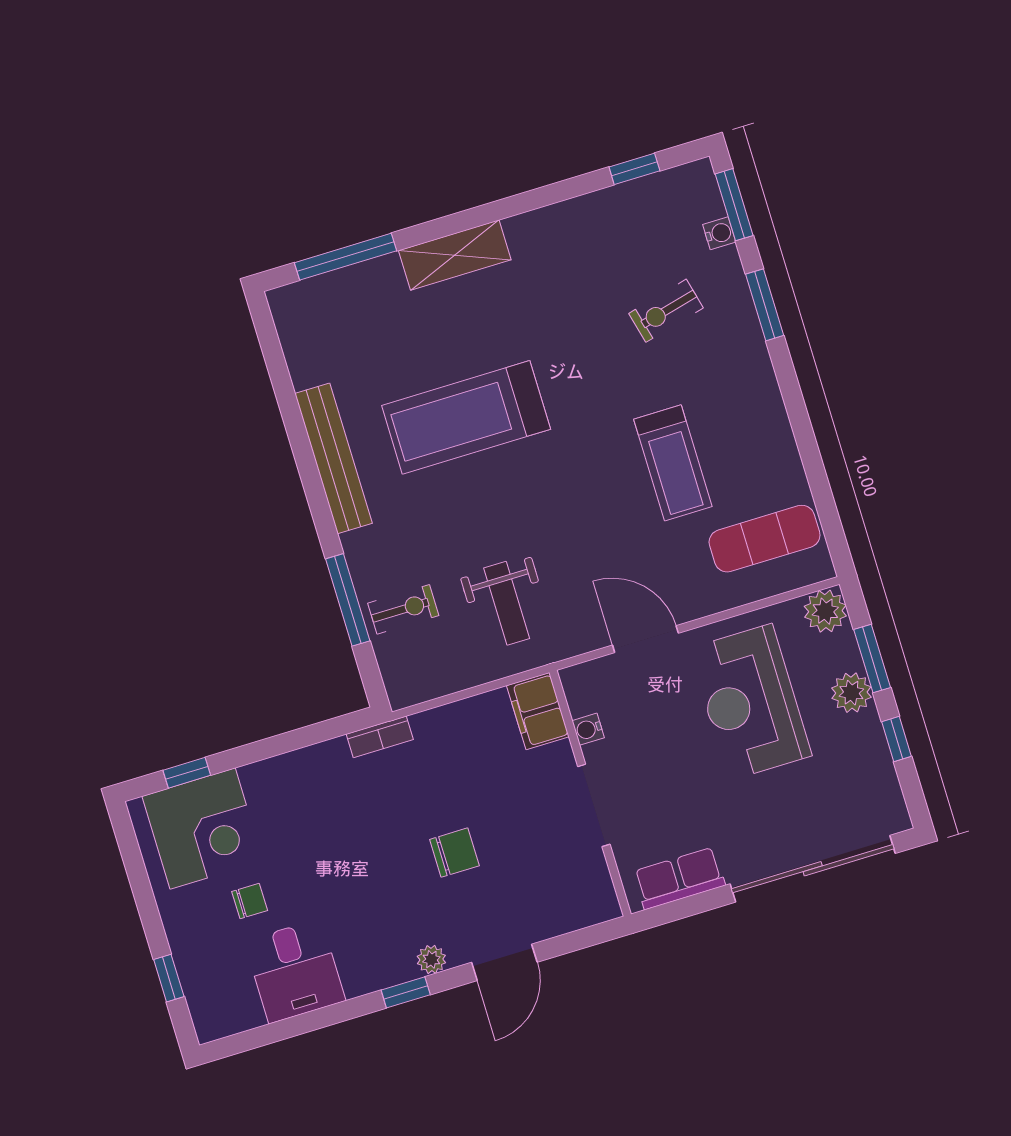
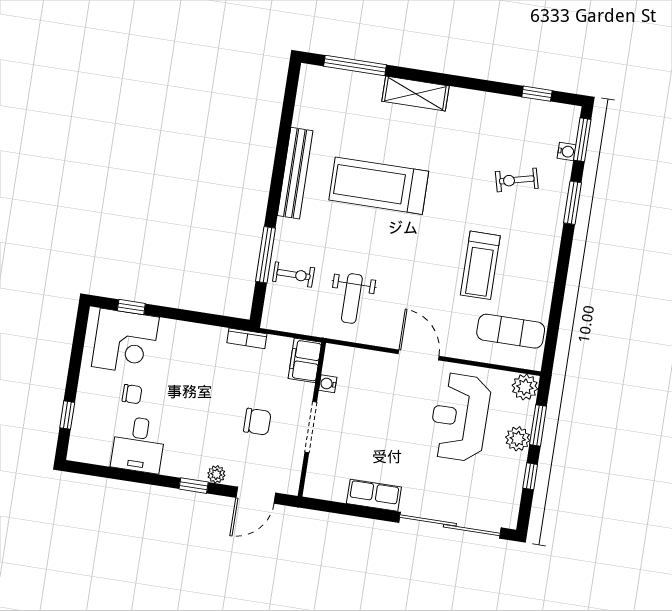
filing cabinet: (538, 711) -> (305, 360), moved
water cooler: (588, 729) -> (328, 384), moved
wall: (590, 793) -> (312, 419), moved
doorway: (594, 805) -> (311, 427), moved

